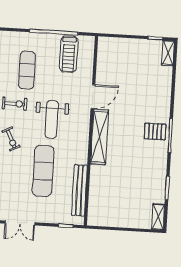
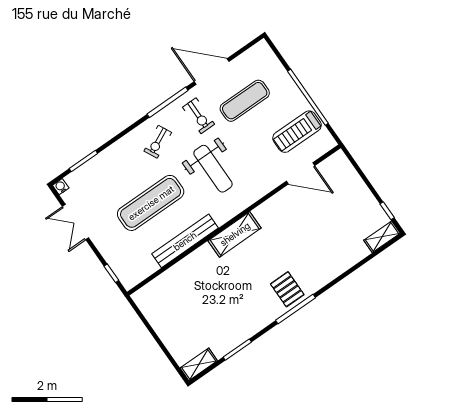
door: (93, 97) -> (301, 173), moved
weight bench: (52, 119) -> (213, 169), turned -90
shelving: (100, 137) -> (235, 234), width x0.68
bench: (79, 190) -> (185, 241), moved

